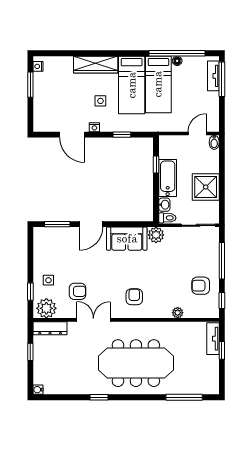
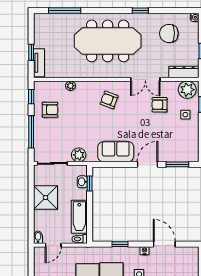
window: (156, 165) -> (90, 184), moved
bathtub: (168, 178) -> (79, 217), moved
toilet: (167, 218) -> (80, 239), moved
plant: (156, 235) -> (79, 155), moved
armchair: (134, 297) -> (109, 100), turned 110
chair: (67, 371) -> (169, 33), added

